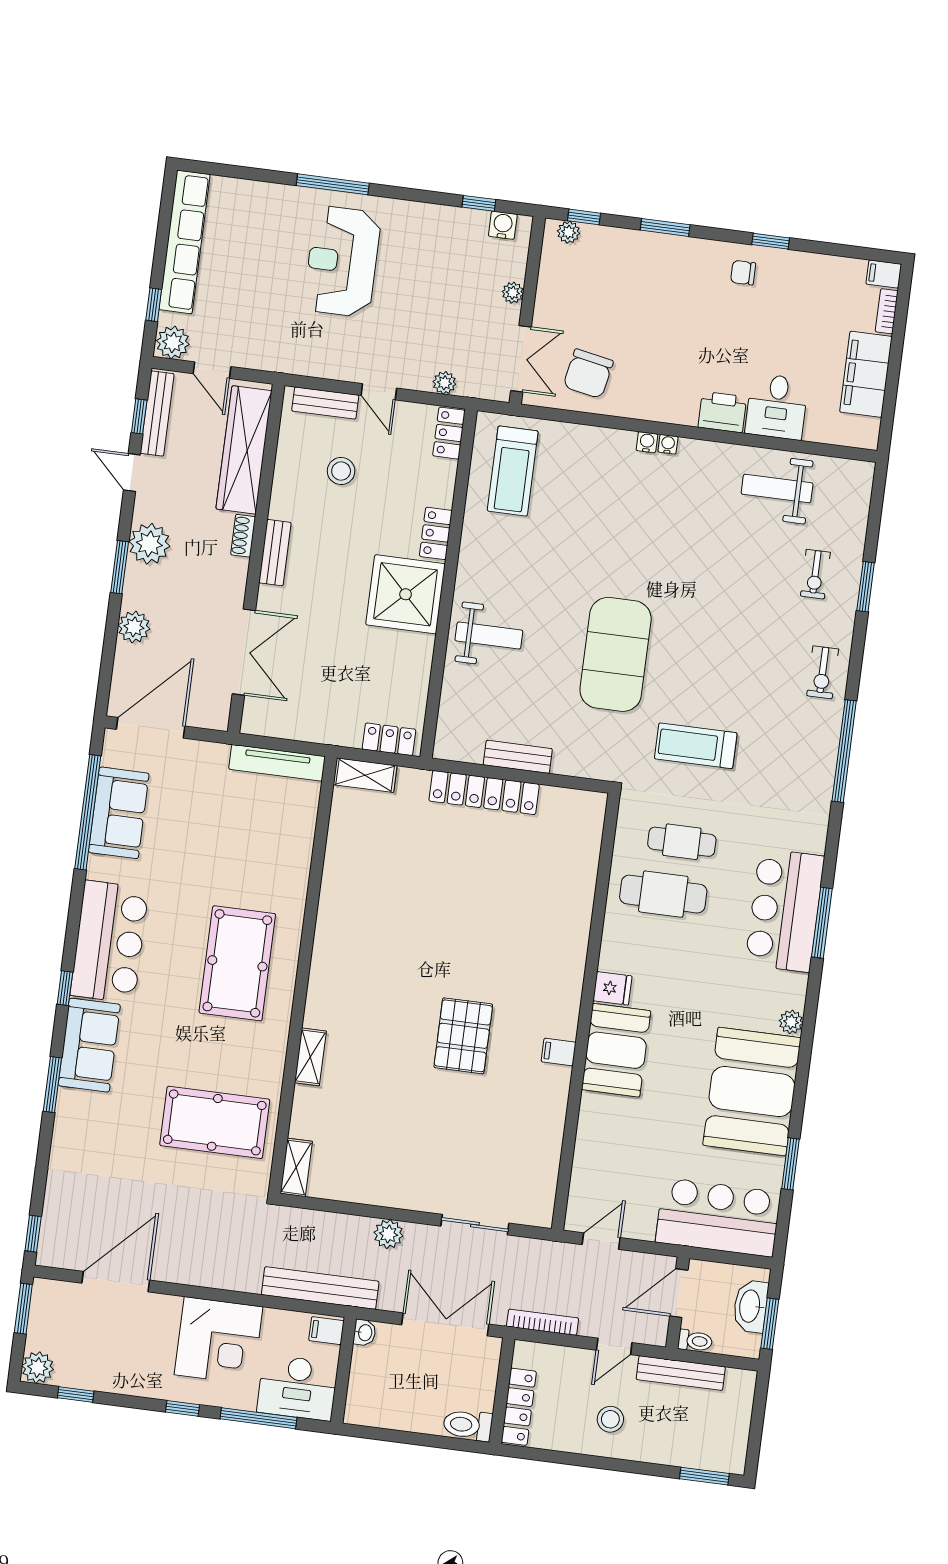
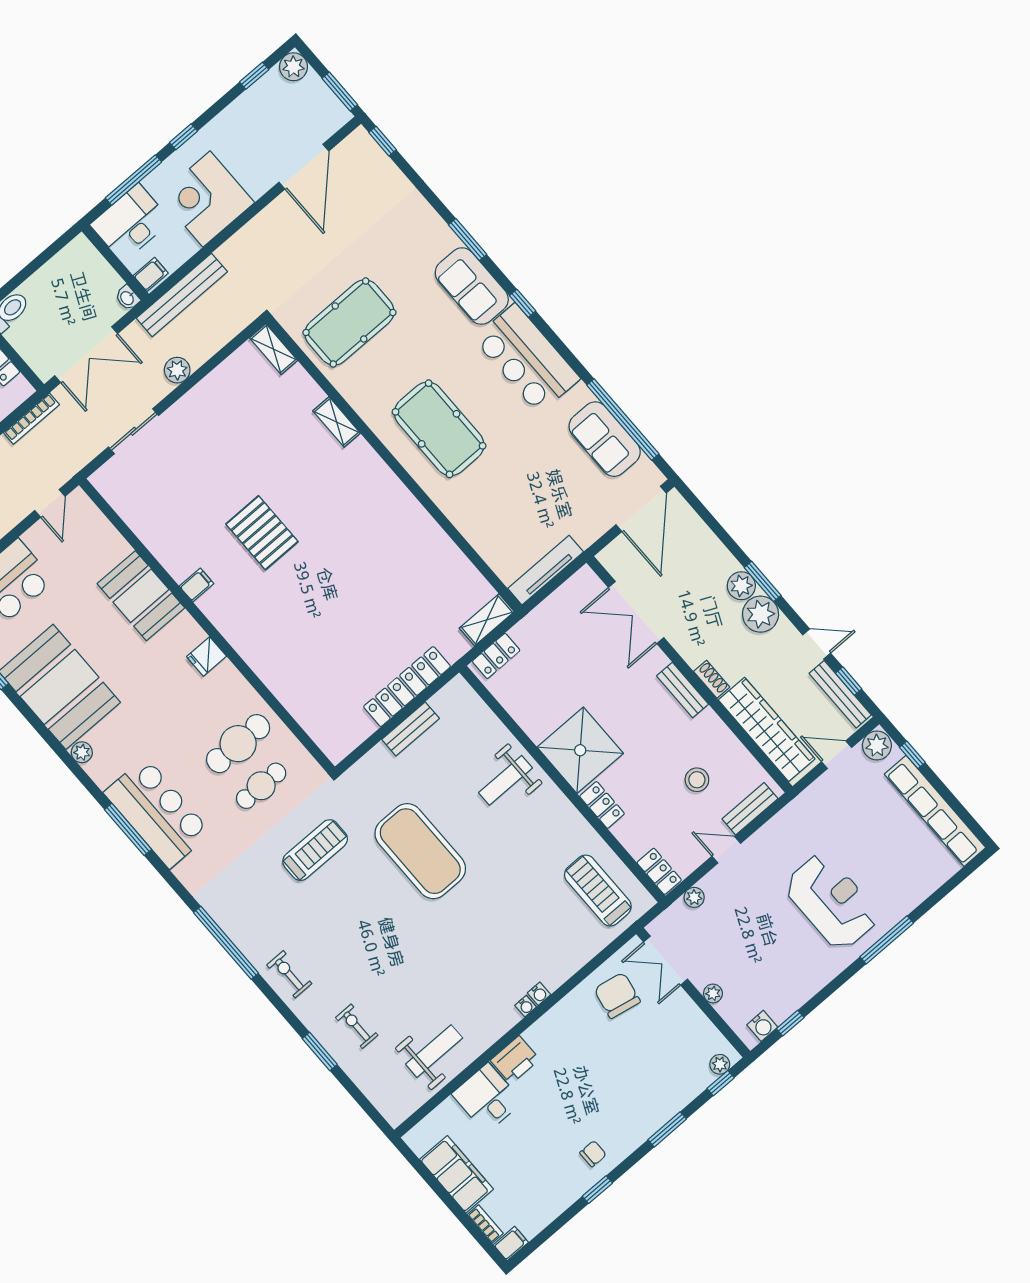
plant: (134, 627) -> (741, 586), moved
booth: (616, 1050) -> (141, 596), moved

